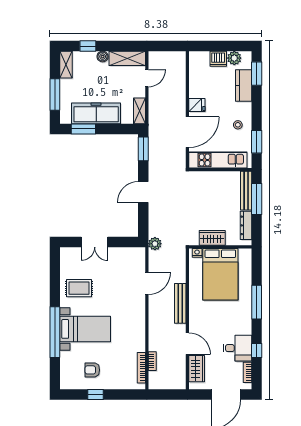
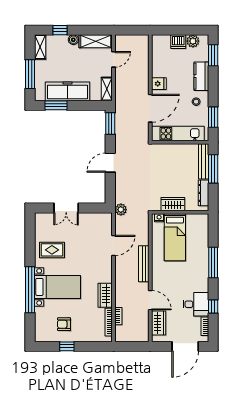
kitchen counter: (244, 86) -> (201, 76), moved
bed: (220, 274) -> (175, 237), width x0.67
wardrobe: (138, 338) -> (105, 295), added

